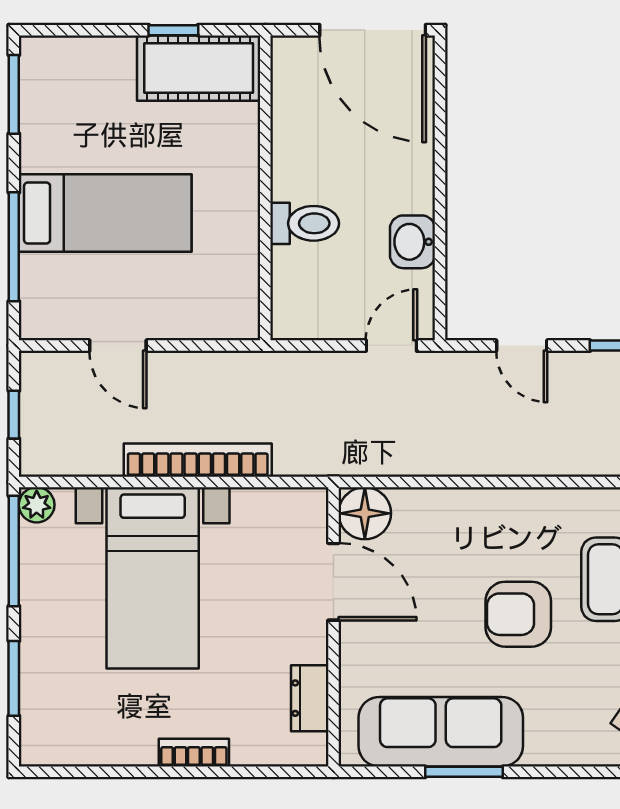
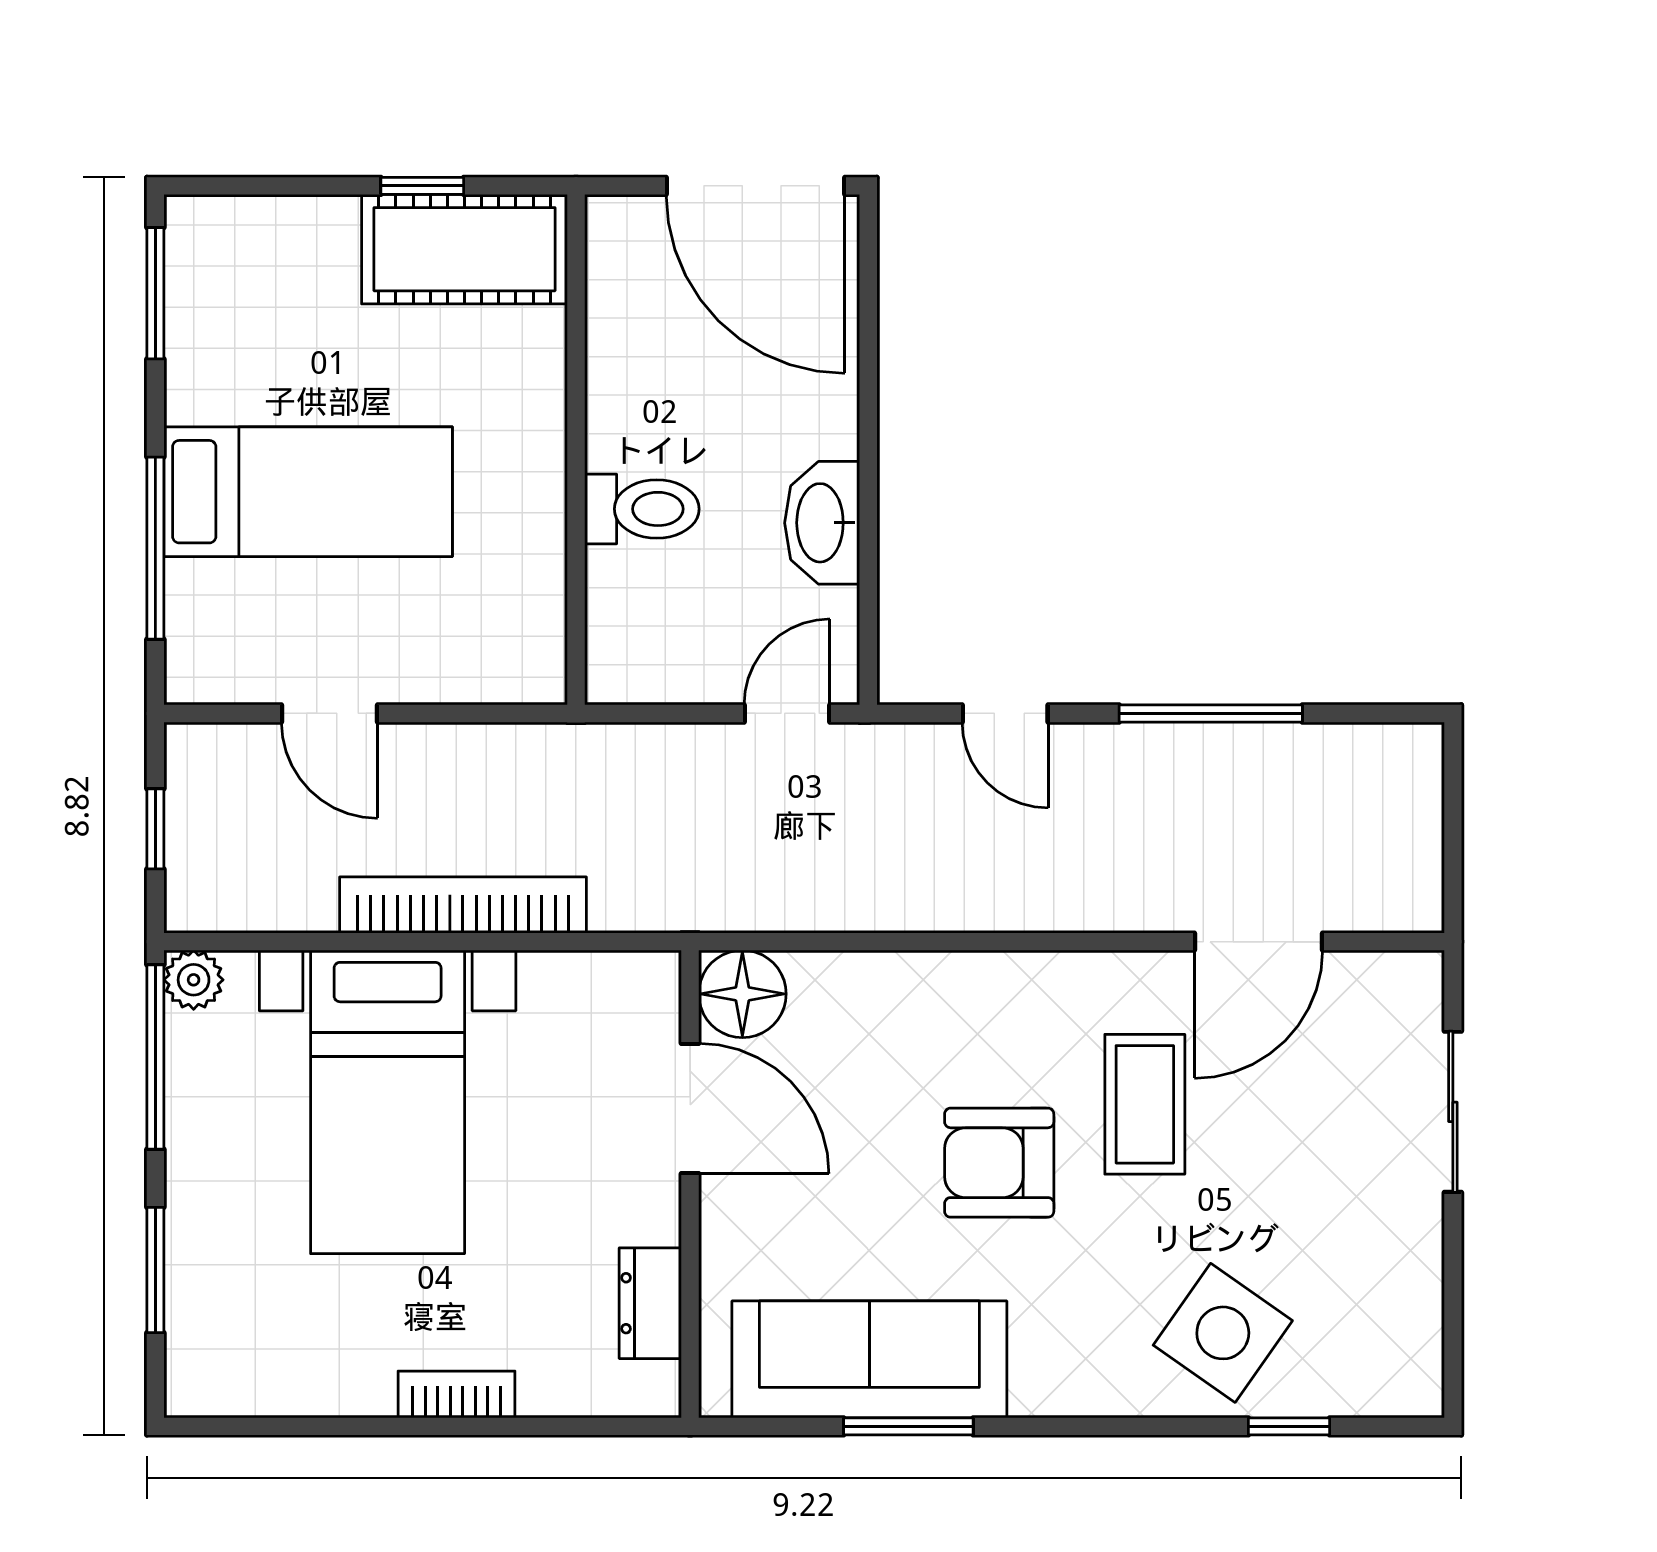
washbasin: (412, 242) -> (822, 523), width x1.38

